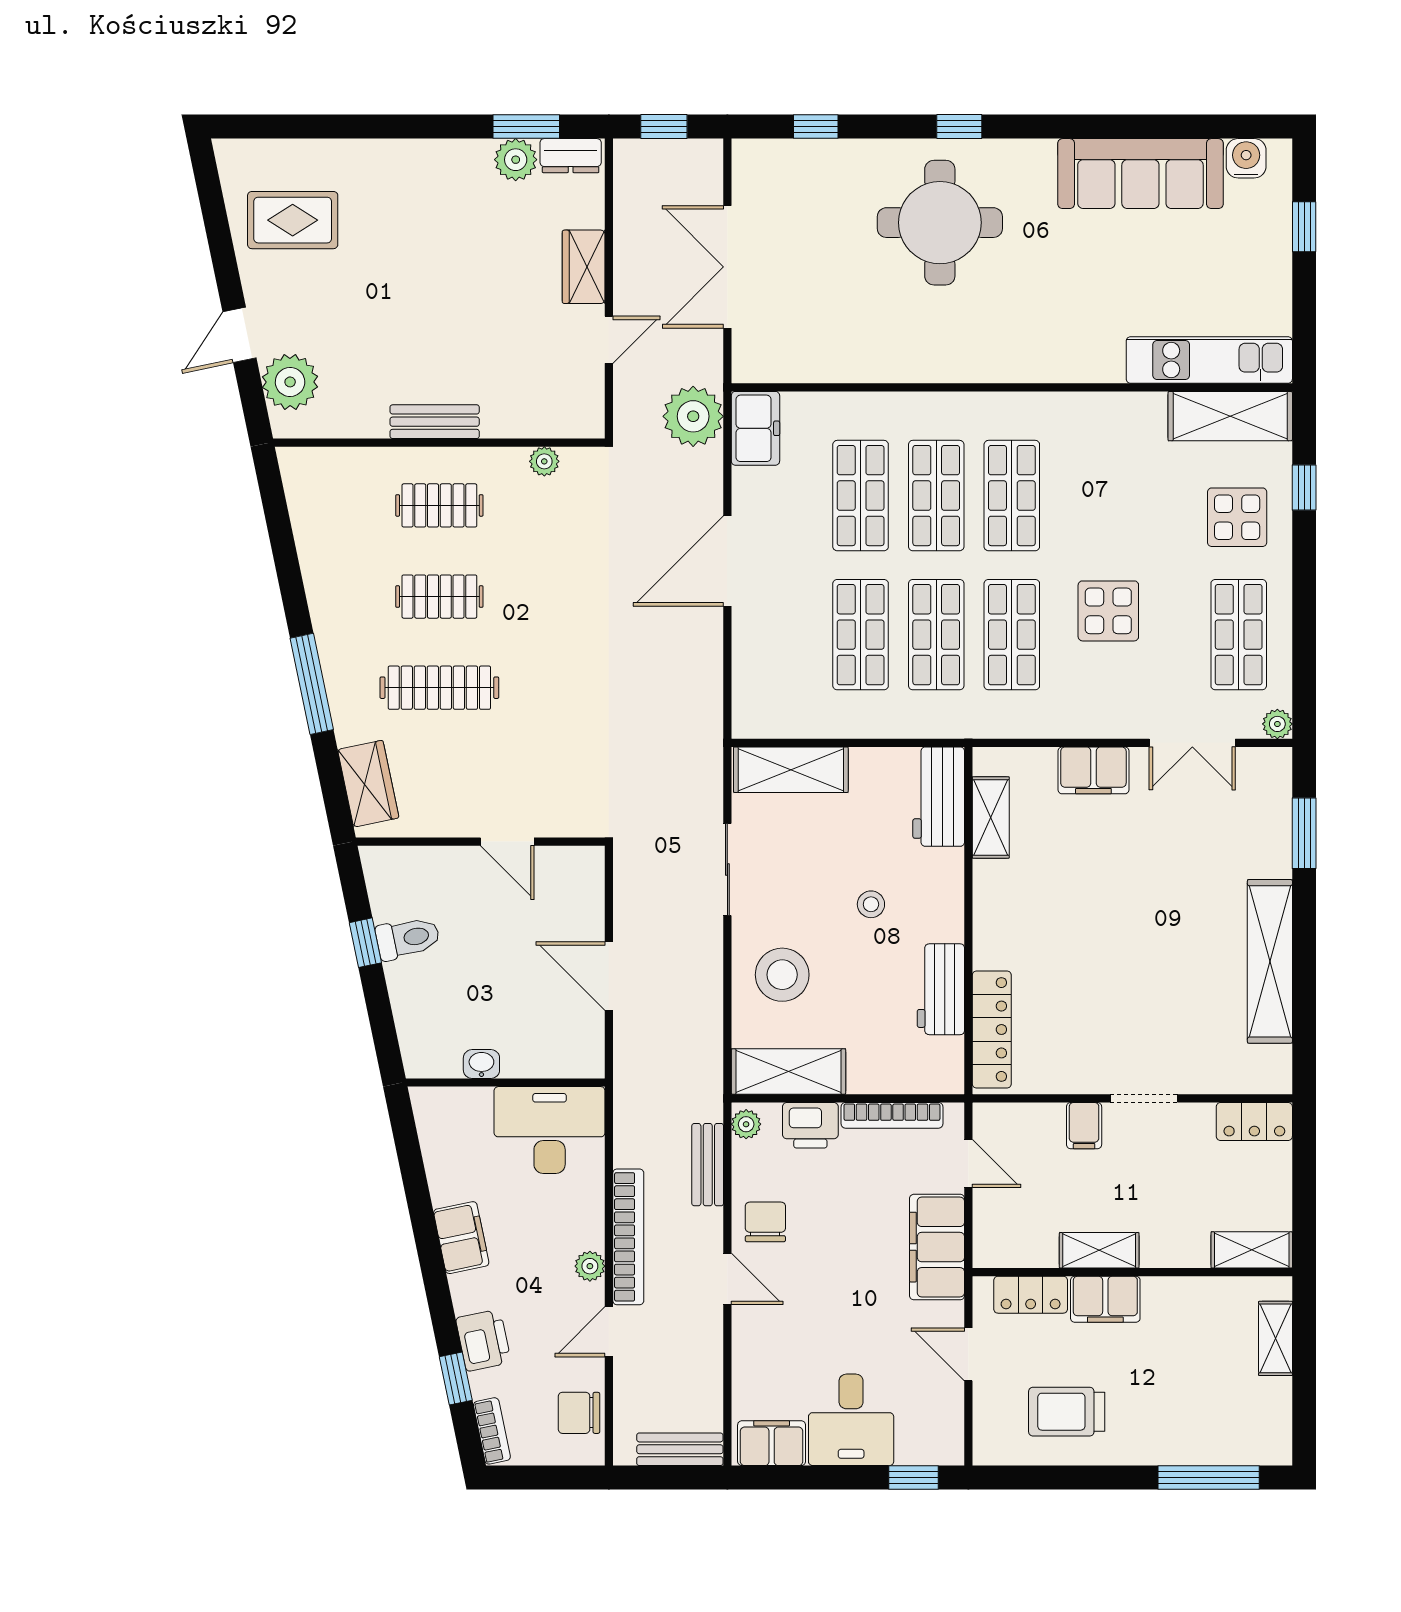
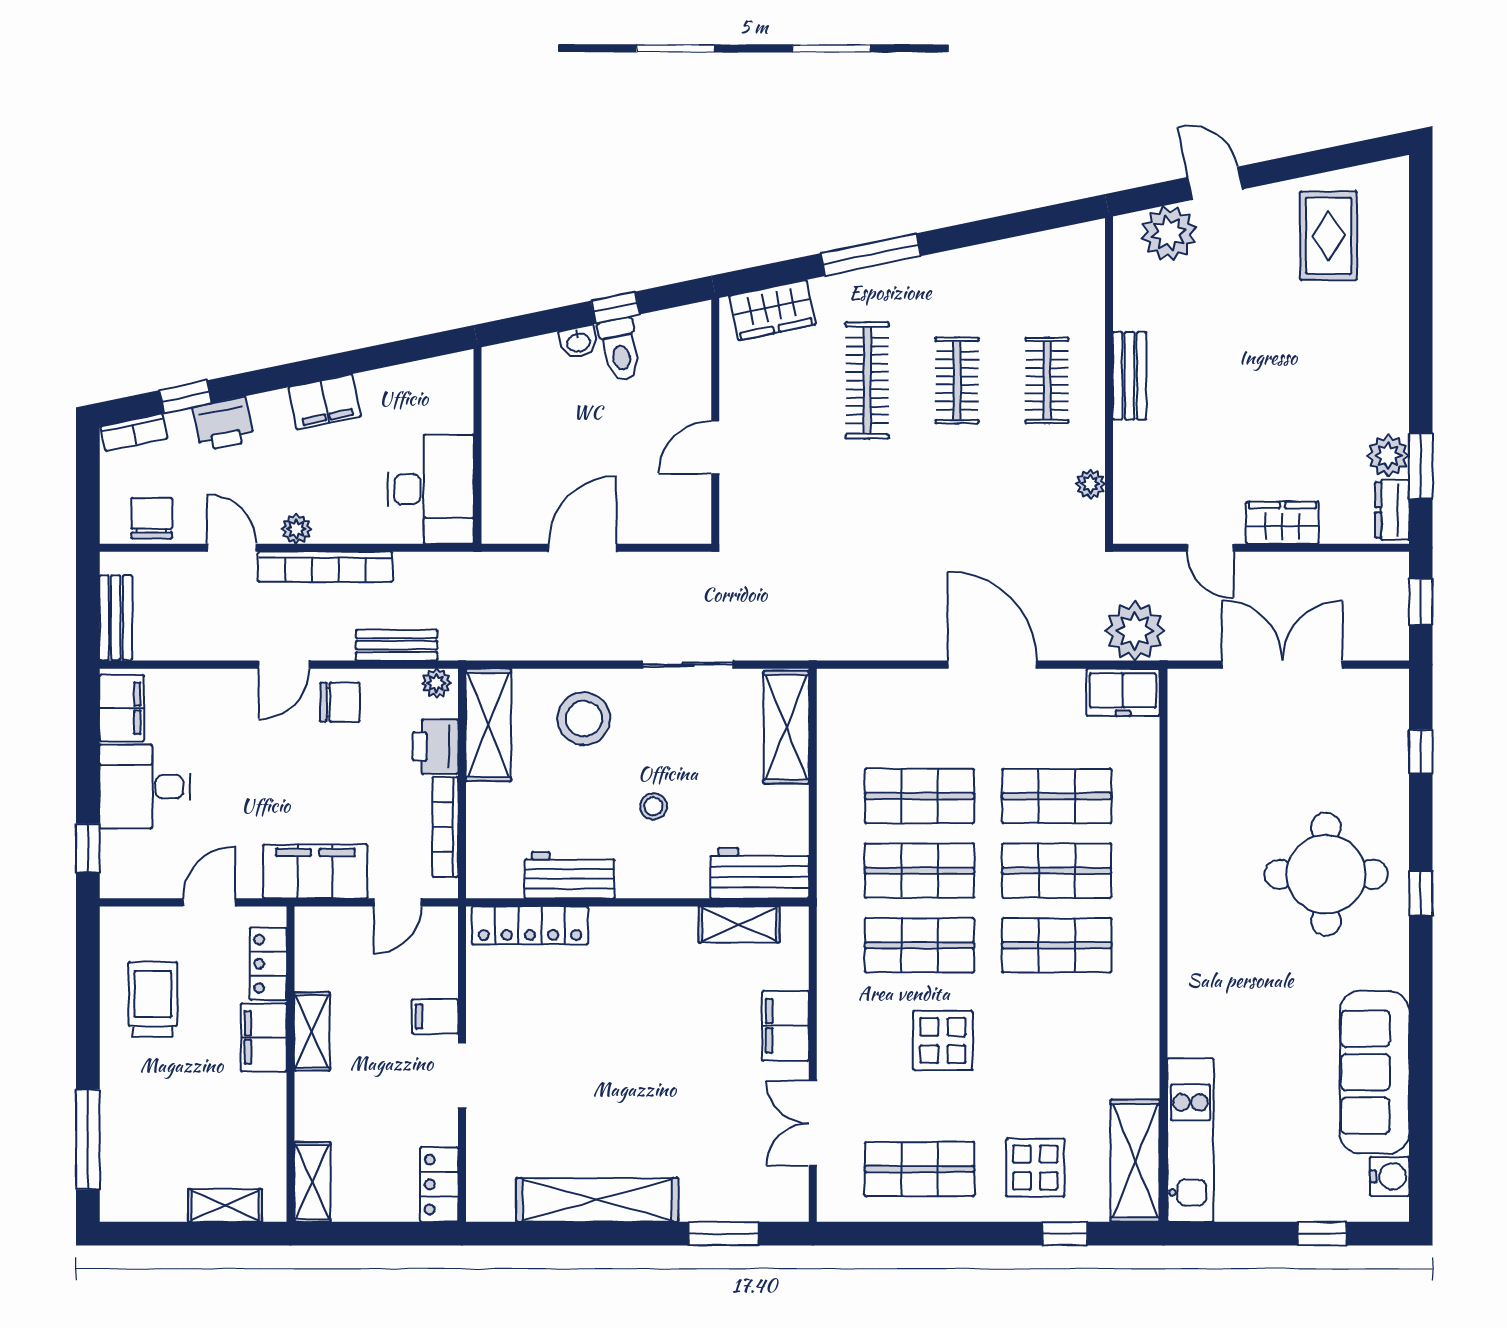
plant: (1277, 724) -> (831, 1207), removed
washbasin: (481, 1064) -> (578, 342), moved, turned 78

